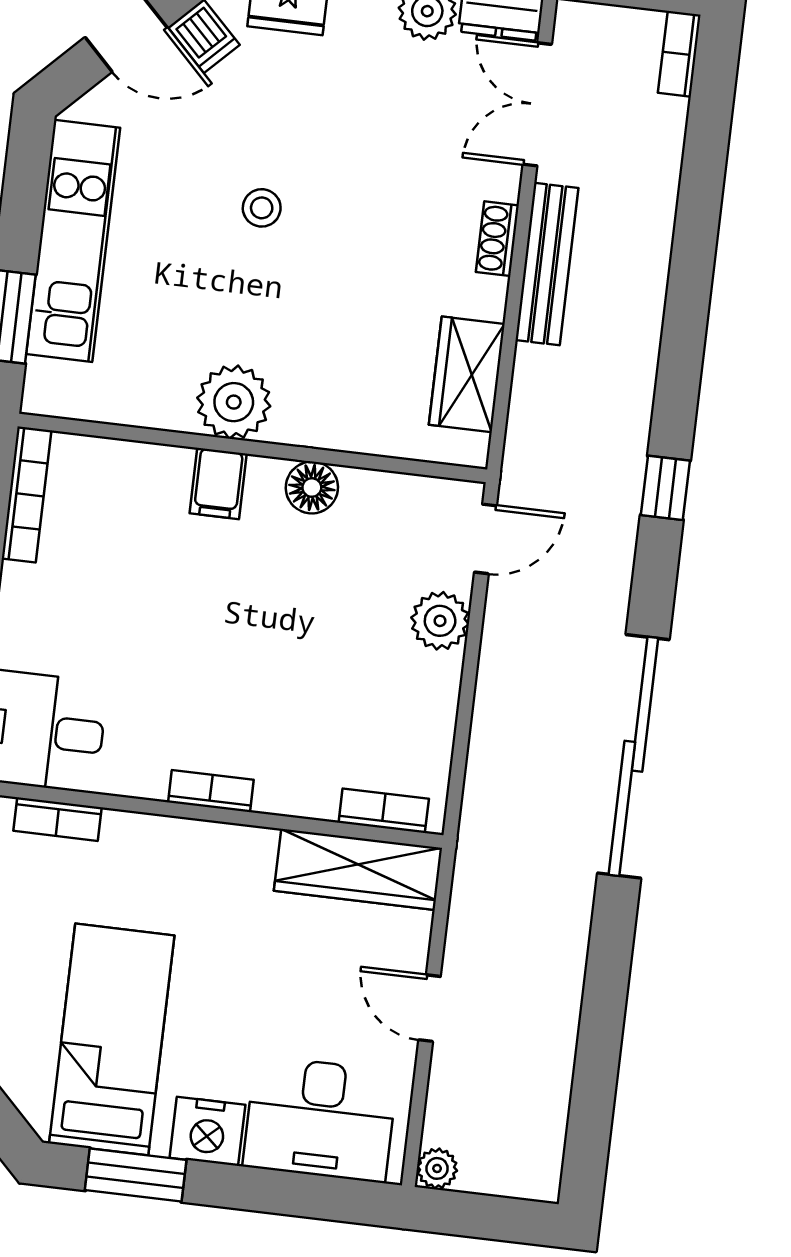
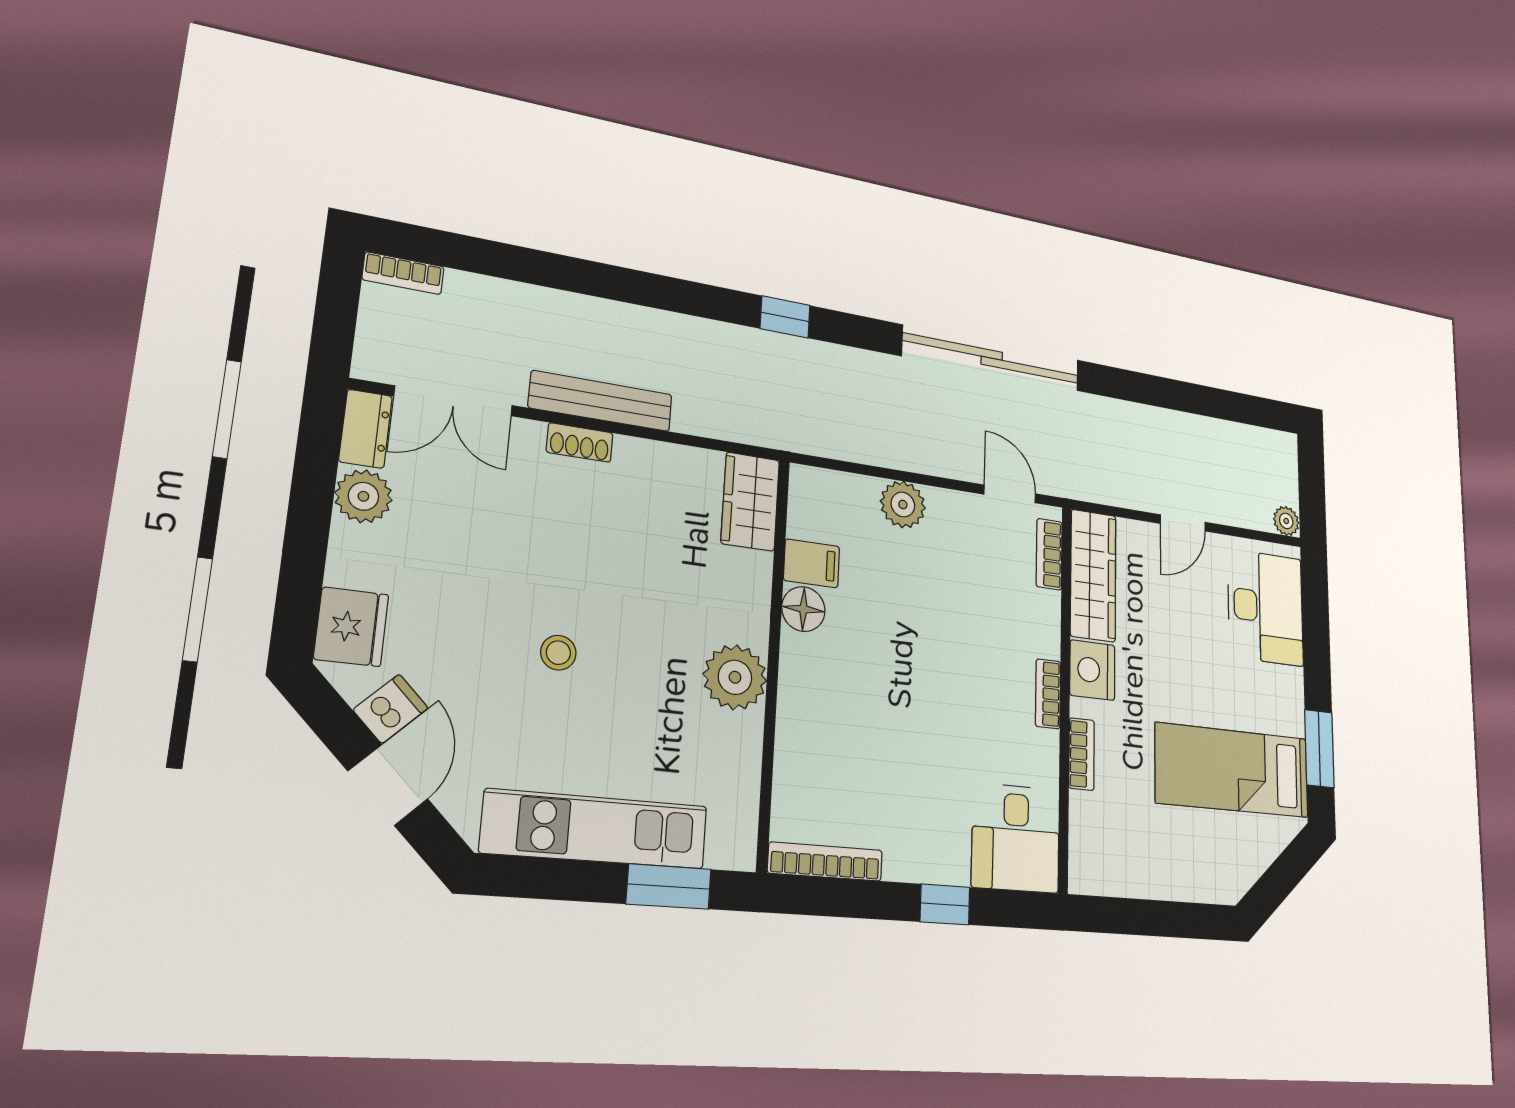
wardrobe: (467, 374) -> (750, 502), moved, turned 90
filing cabinet: (218, 483) -> (812, 563), moved
door: (485, 539) -> (1010, 494), moved
bookcase: (58, 819) -> (1082, 754), moved
nightstand: (207, 1131) -> (1092, 670), moved, turned 180

